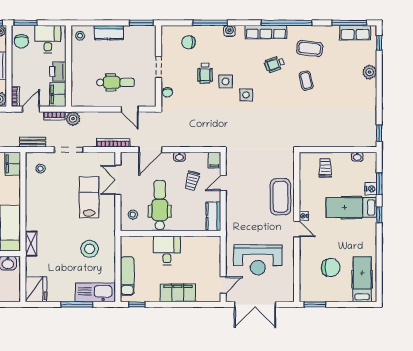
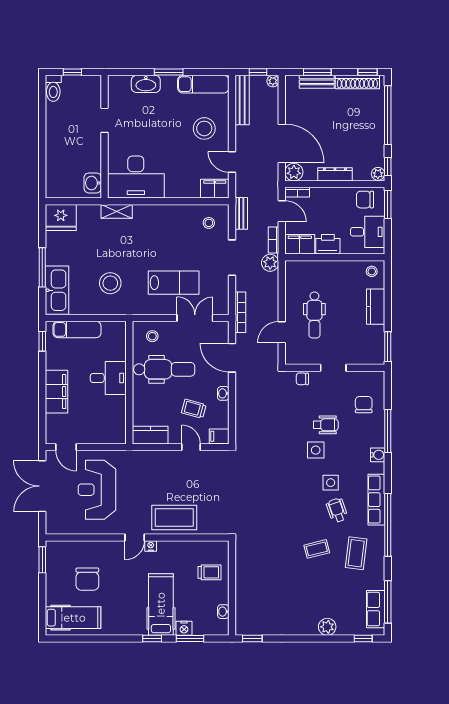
wheelchair: (205, 73) -> (326, 425), turned 180
side table: (246, 95) -> (331, 483), moved

